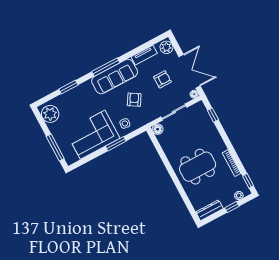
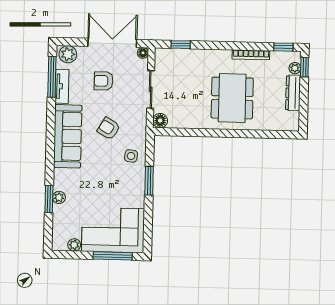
window: (106, 67) -> (52, 77), moved
armchair: (162, 79) -> (104, 81), turned -90
plant: (73, 93) -> (59, 197), added
plant: (50, 114) -> (74, 245), width x0.53, depth x0.53
corner sofa: (93, 135) -> (113, 230), moved, turned 90
window: (232, 207) -> (304, 67), moved
dresser: (209, 210) -> (293, 93), moved

